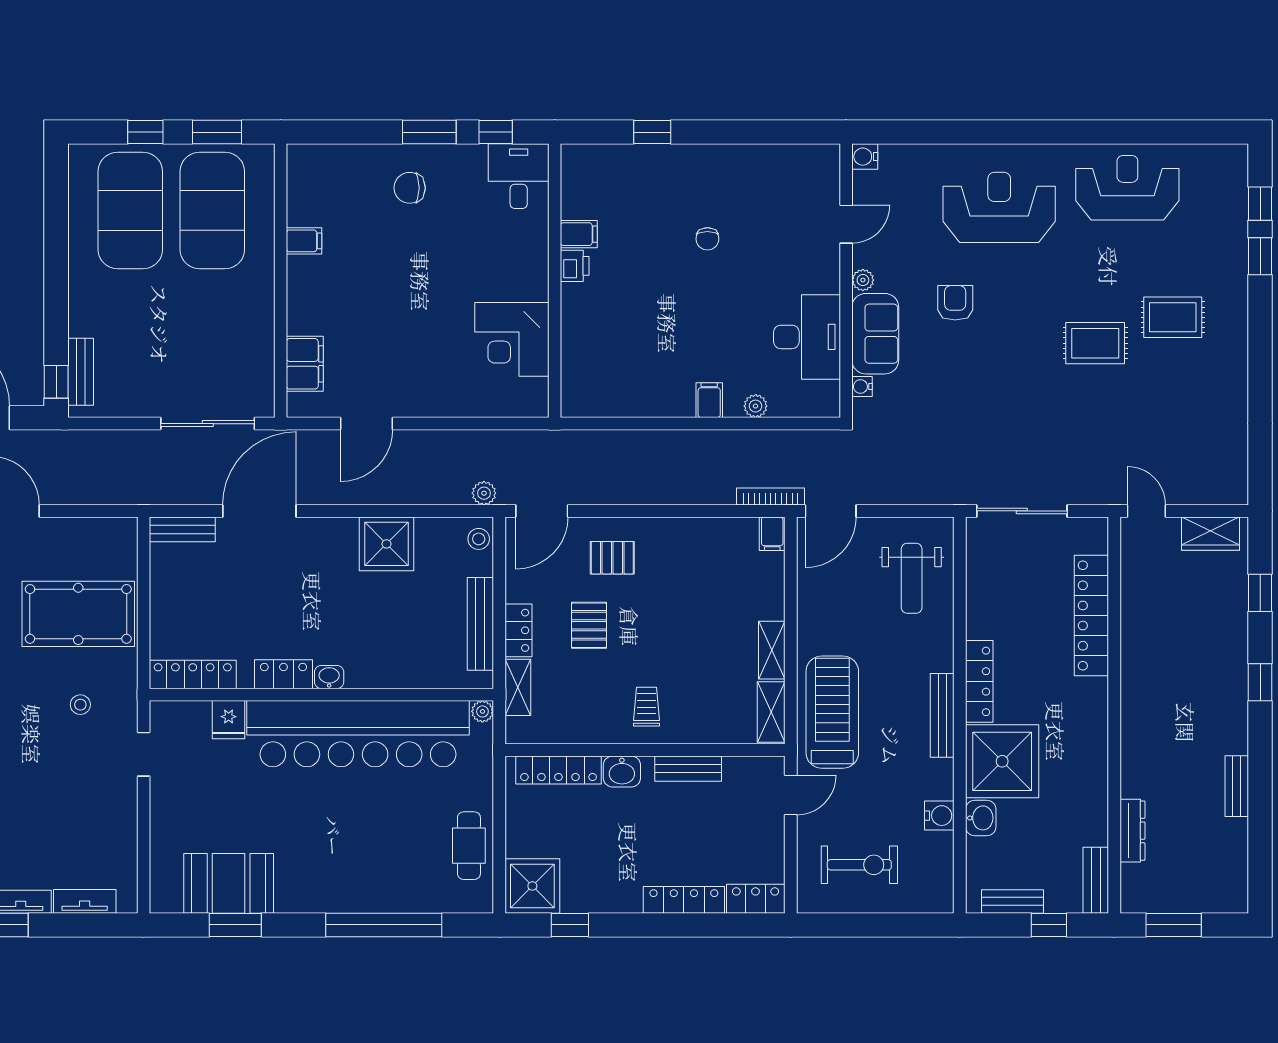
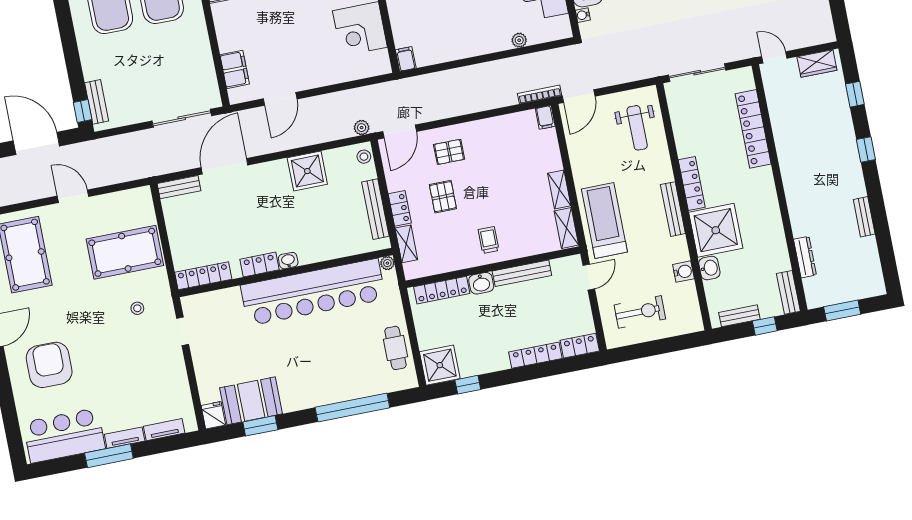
filing cabinet: (709, 400) -> (406, 59), moved
fridge: (229, 720) -> (213, 415), moved, turned 180
bench: (688, 769) -> (522, 273), width x1.36

